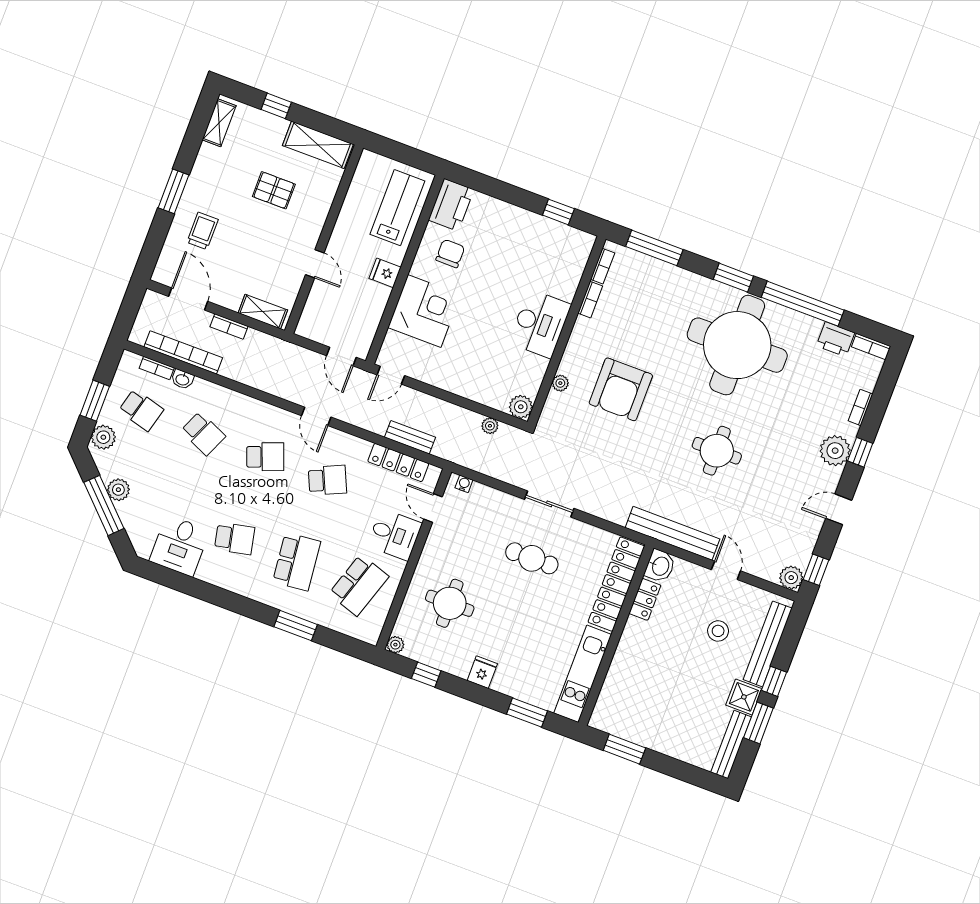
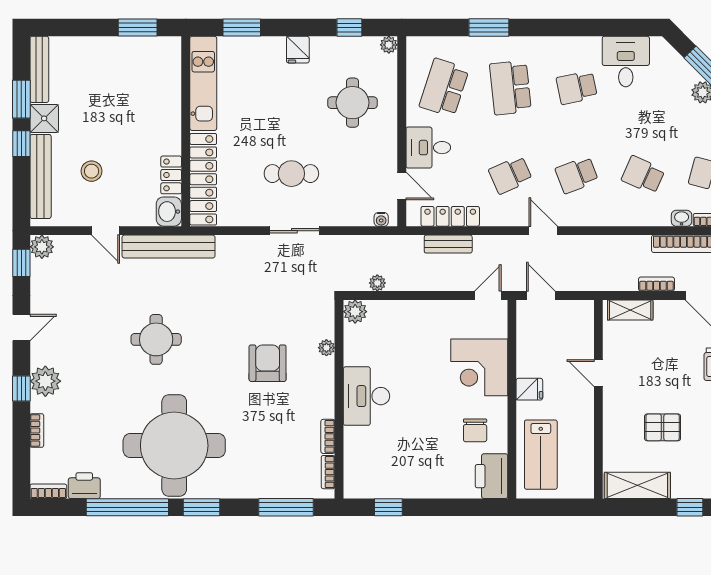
armchair: (621, 389) -> (268, 363), width x0.73, depth x0.73

